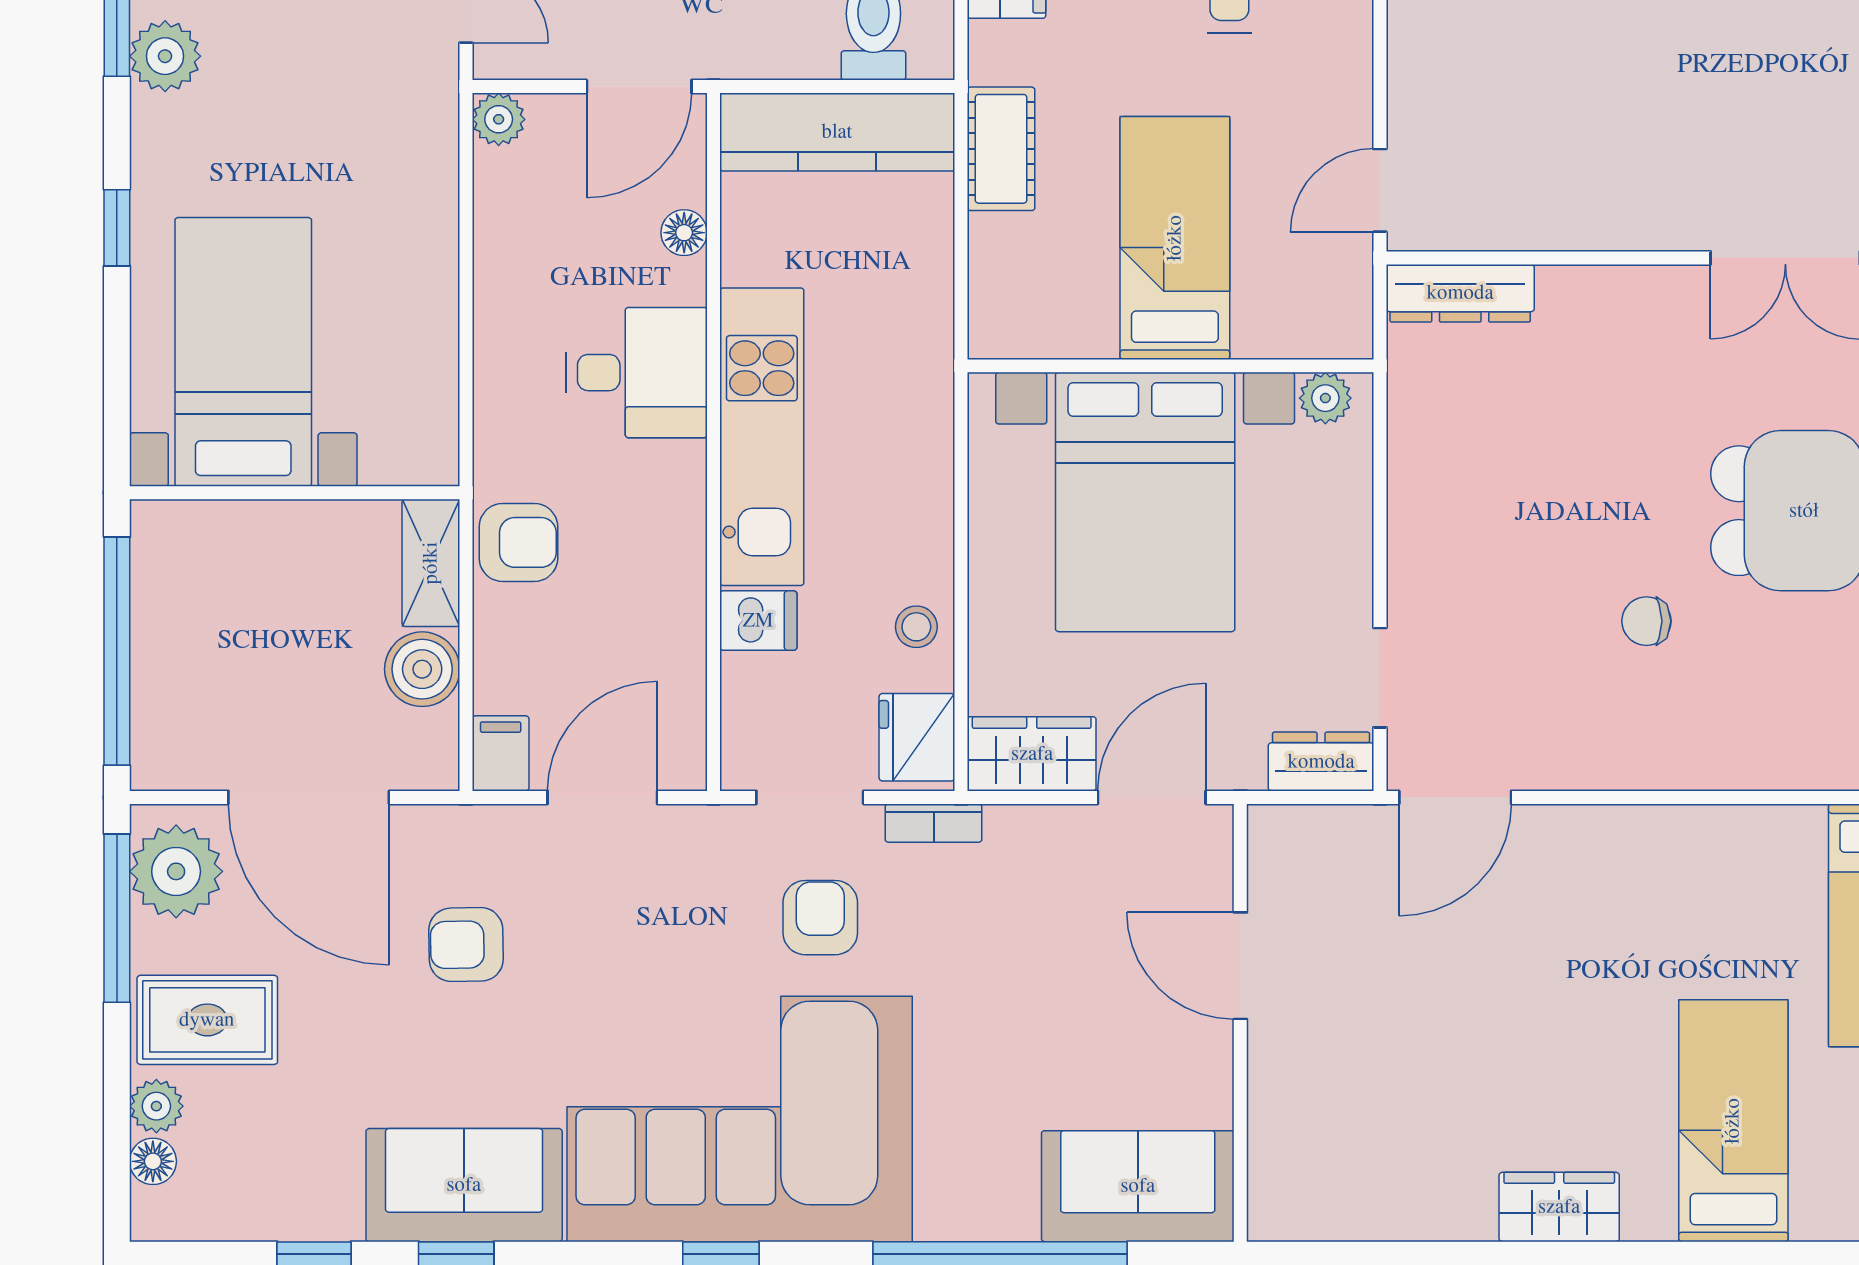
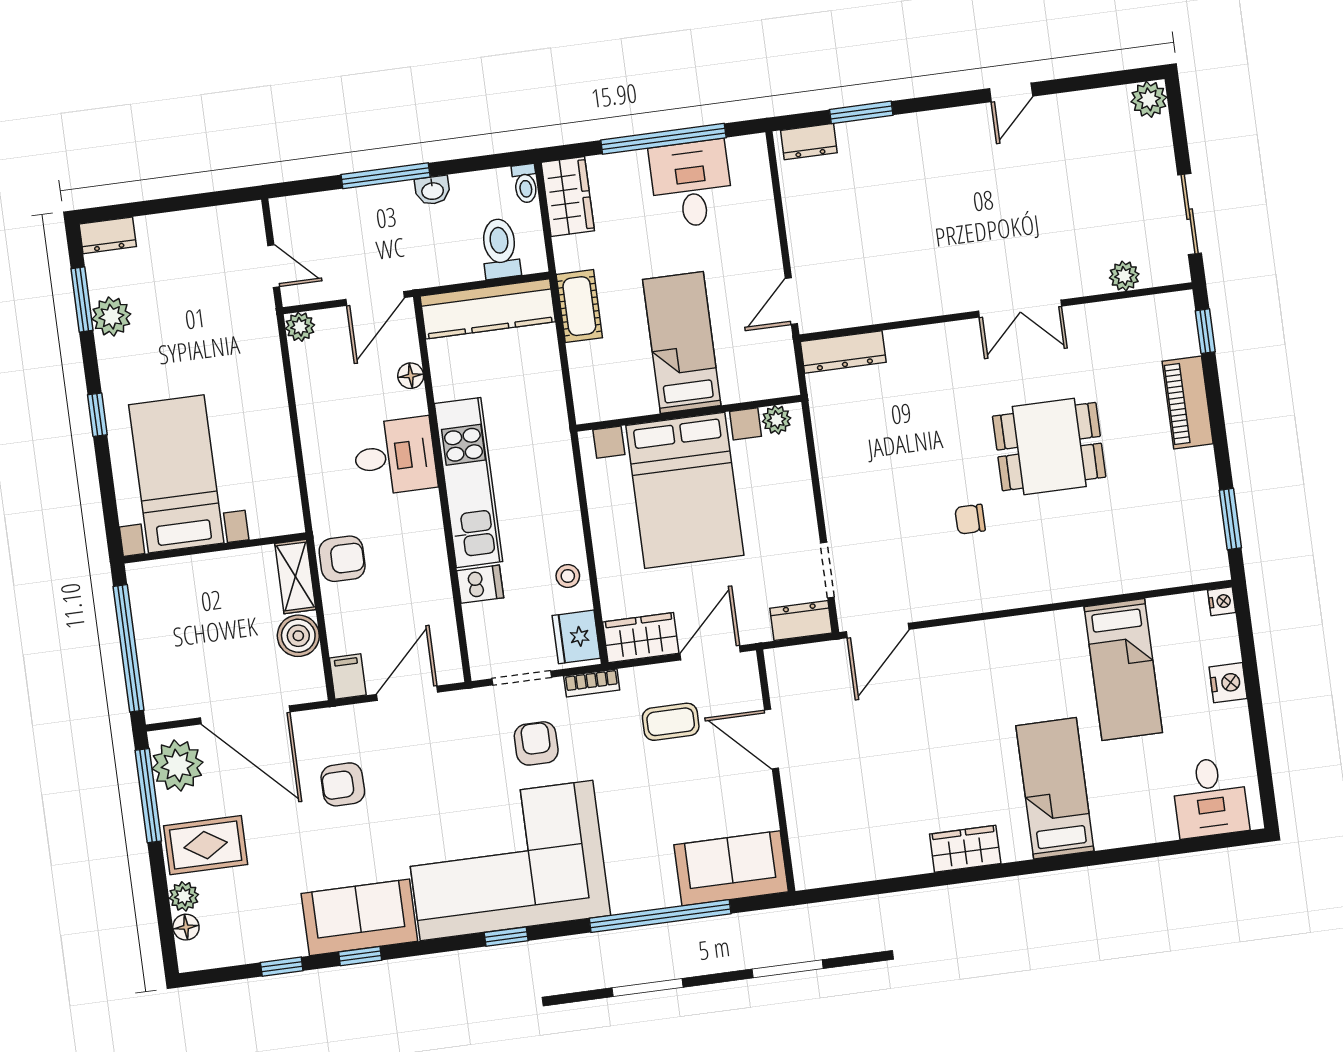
coffee table: (1065, 911) -> (671, 722), added

